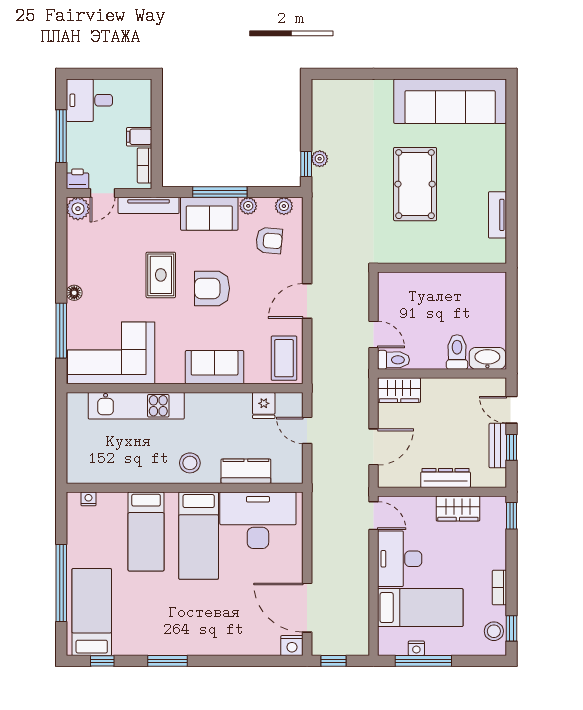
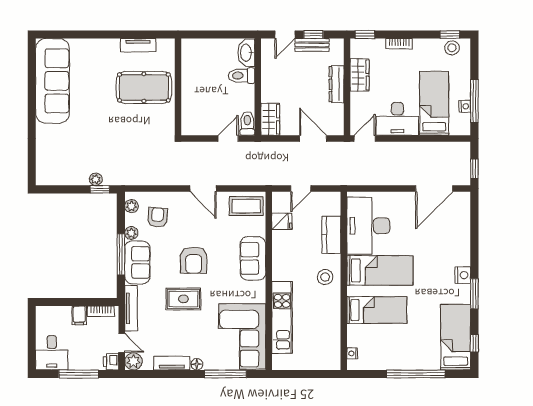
pool table: (415, 184) -> (144, 87), moved
tv unit: (76, 259) -> (172, 363), added
bookcase: (499, 588) -> (399, 44), moved
bed: (92, 612) -> (456, 337), moved, turned 90
nightstand: (292, 646) -> (463, 275), moved

